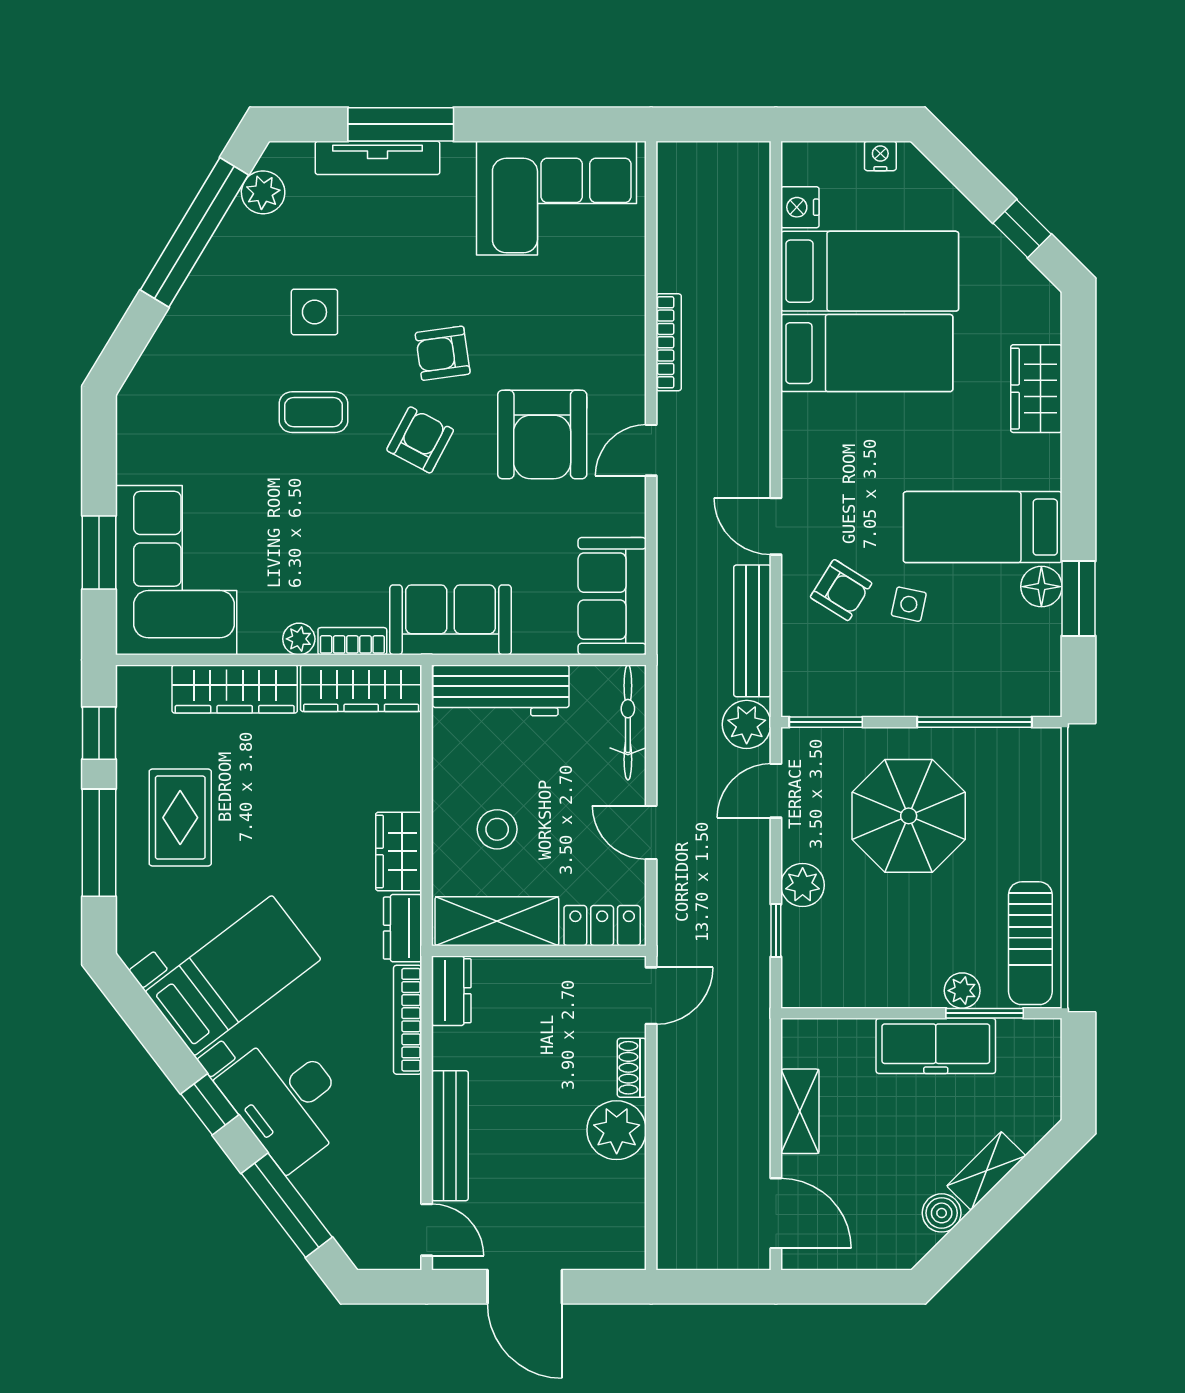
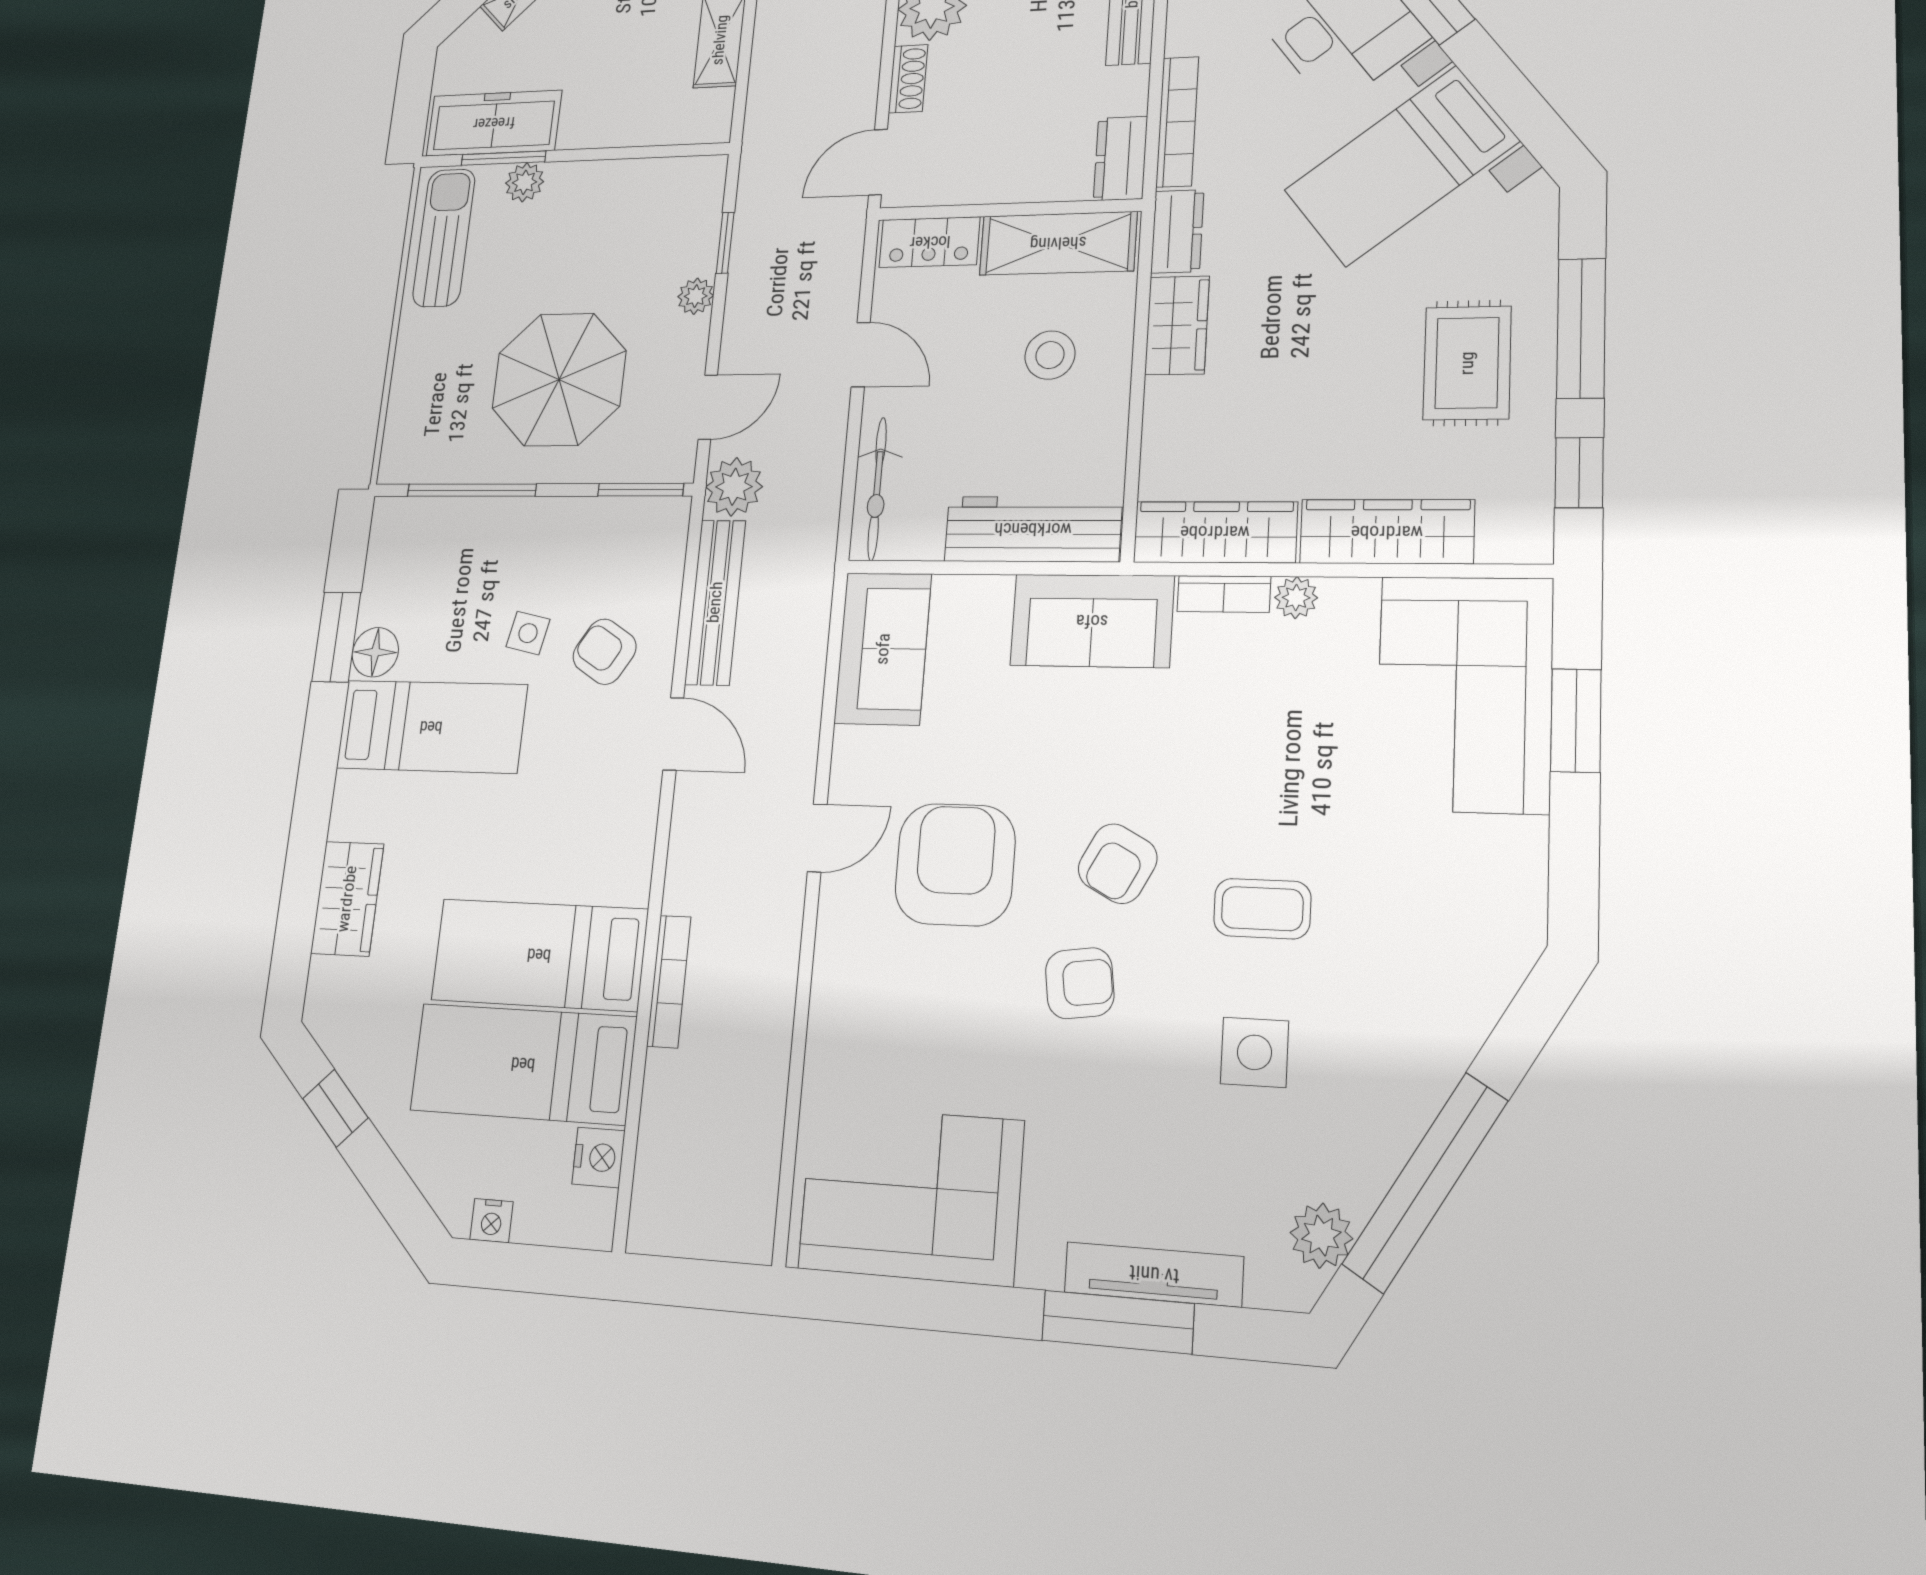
bookcase: (669, 342) -> (669, 981), moved, turned 180
plant: (803, 885) -> (696, 296), width x0.73, depth x0.73
freezer: (936, 1046) -> (494, 123), moved

